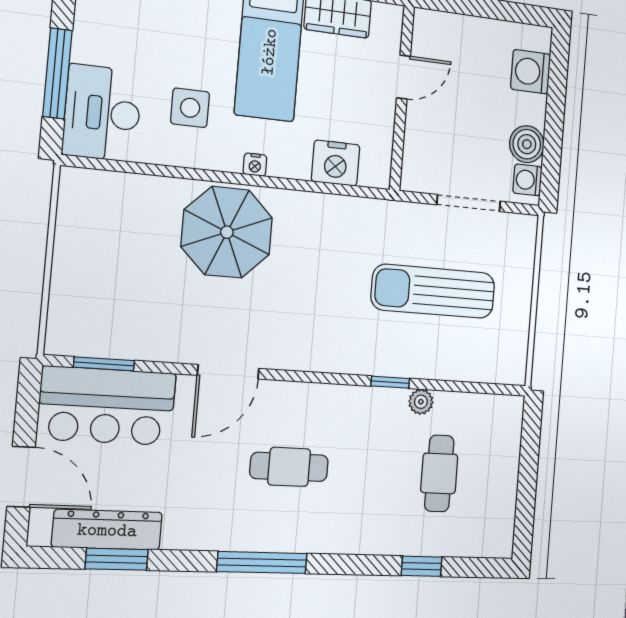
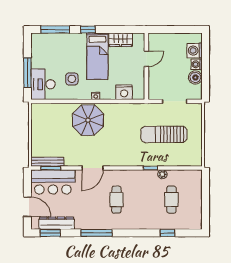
washing machine: (527, 180) -> (197, 64), moved
bench: (96, 344) -> (48, 162), added
cafe table: (289, 467) -> (116, 200), turned 90
window: (117, 559) -> (50, 233), moved
window: (262, 563) -> (96, 233), moved

